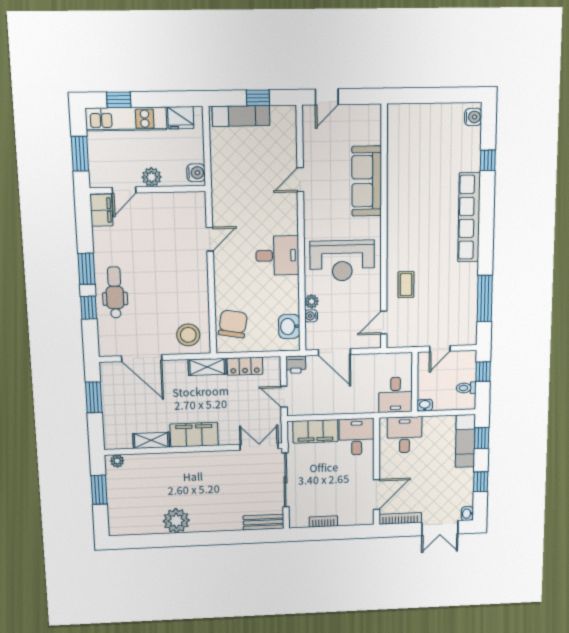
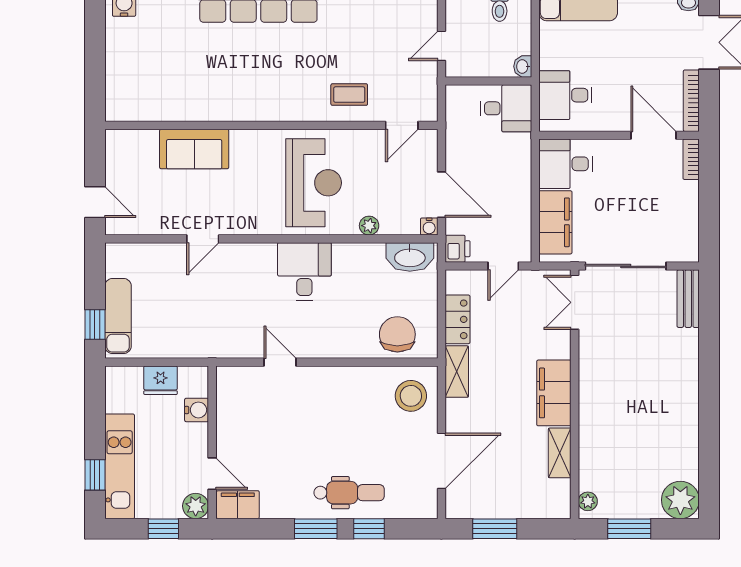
window: (258, 98) -> (95, 324), moved
fridge: (181, 118) -> (161, 380), moved, turned 90
window: (80, 154) -> (163, 529), width x0.67
water cooler: (196, 173) -> (197, 410), moved, turned 90
plant: (152, 177) -> (196, 506), moved
door: (300, 180) -> (203, 239), hinge flipped
sofa: (367, 181) -> (194, 149), width x0.73
dental chair: (115, 292) -> (349, 493), turned 180
water cooler: (311, 316) -> (429, 227), moved
door: (384, 323) -> (402, 125), hinge flipped
chair: (233, 324) -> (397, 334), turned 80
washbasin: (289, 327) -> (410, 257), width x1.38
door: (440, 349) -> (441, 46), swing flipped
door: (334, 352) -> (441, 195), hinge flipped
plant: (176, 521) -> (680, 500), moved
bookcase: (323, 522) -> (691, 159), moved

